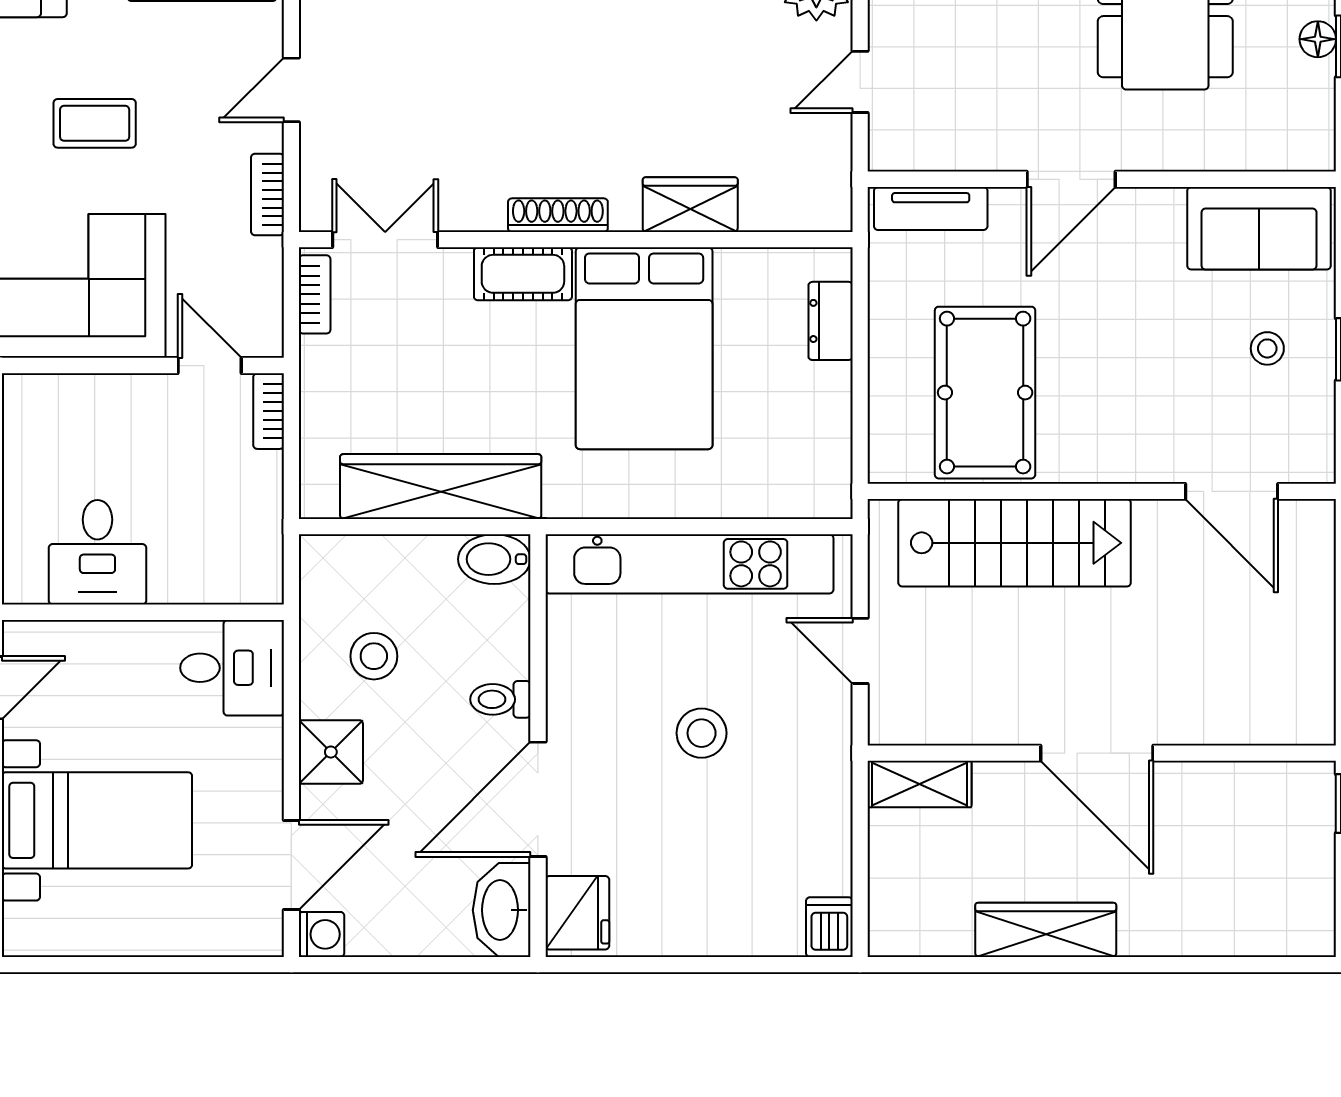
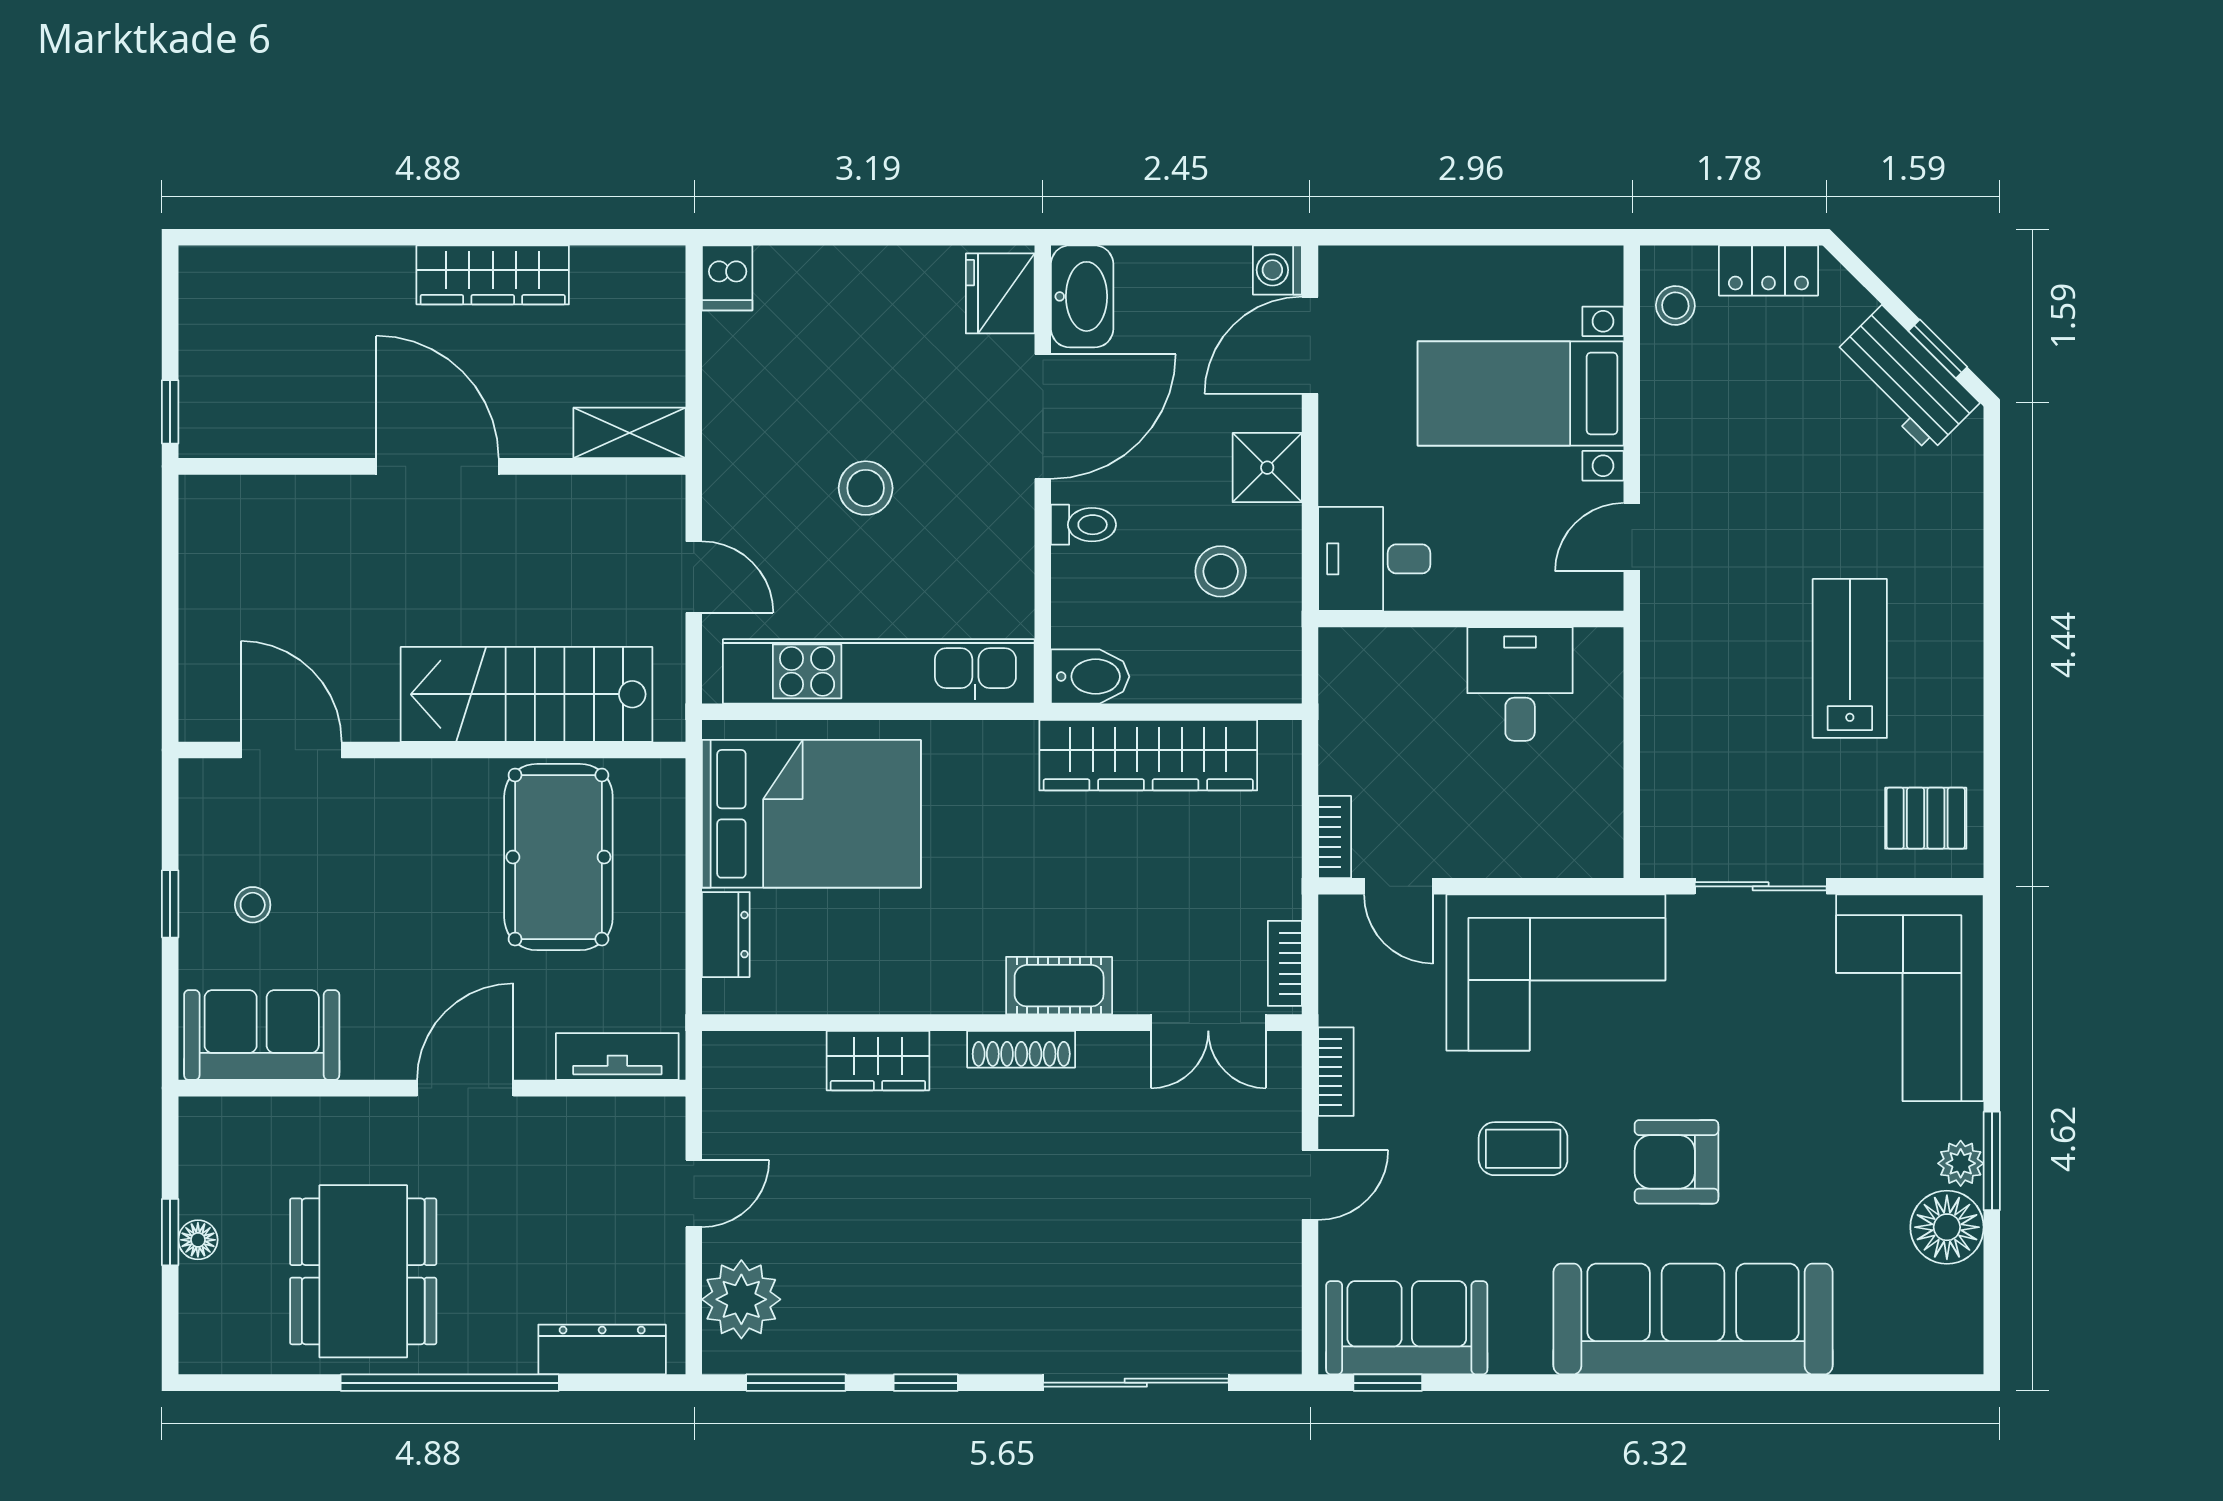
bed: (644, 348) -> (811, 814), moved, turned 90

